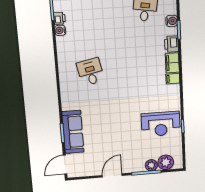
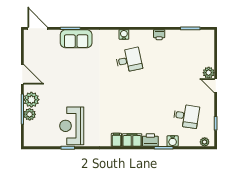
printer: (60, 18) -> (159, 35), moved
water cooler: (60, 30) -> (124, 34), moved
sofa: (73, 132) -> (76, 39), width x0.73
plant: (166, 162) -> (31, 100), moved

